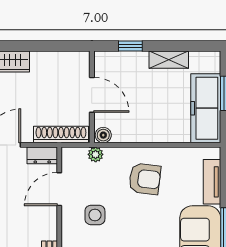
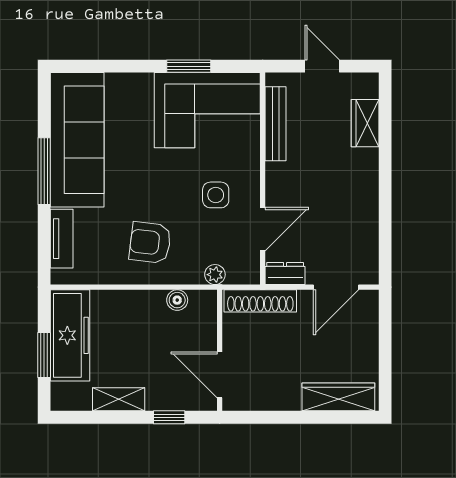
door: (92, 95) -> (220, 375), moved
boiler: (103, 135) -> (177, 300), moved

